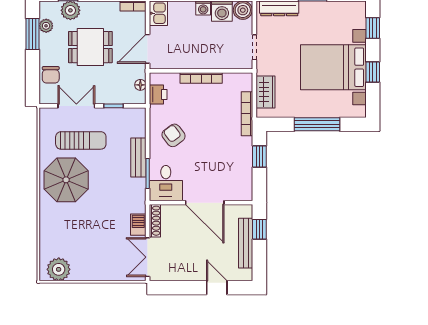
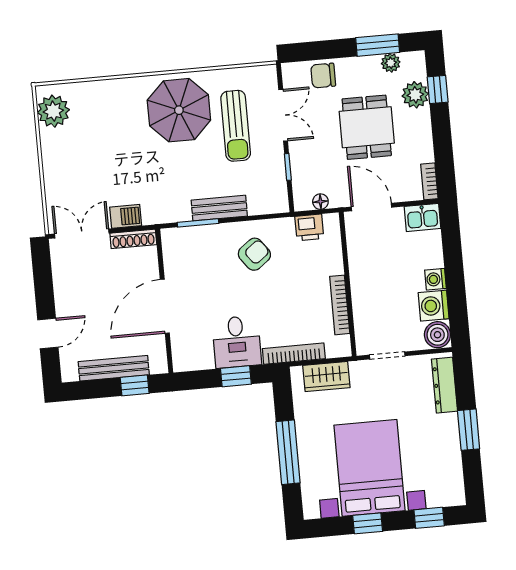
bookcase: (201, 78) -> (340, 305), moved
desk: (166, 183) -> (237, 342), moved, turned -90

